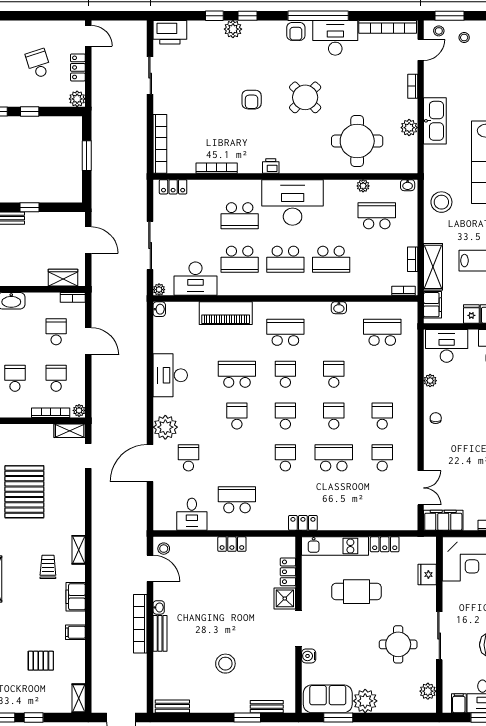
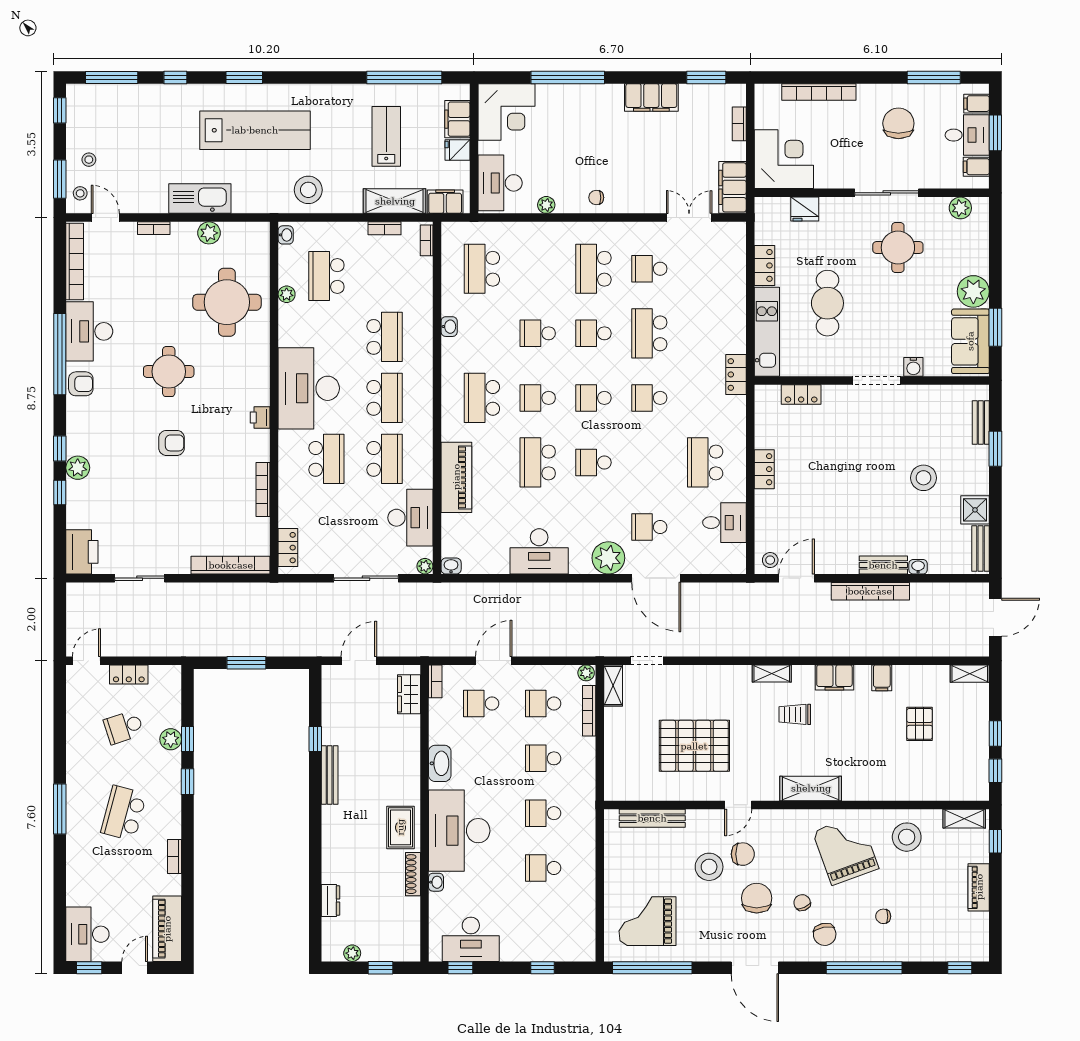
round table: (305, 97) -> (169, 372), turned 45
plant: (77, 99) -> (171, 739), moved
school desk: (382, 416) -> (594, 269), width x1.85
shower: (285, 598) -> (975, 510), moved
washbasin: (159, 607) -> (918, 567), moved

